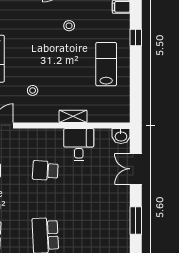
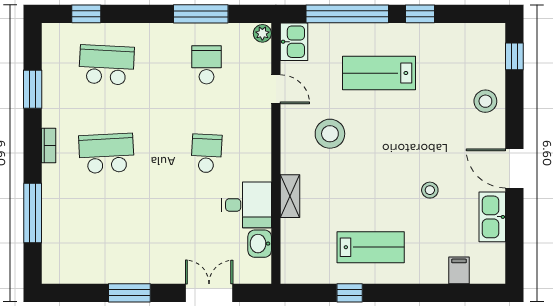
window: (136, 38) -> (350, 293), moved
stool: (33, 90) -> (330, 134), width x1.89, depth x1.89
washbasin: (121, 136) -> (260, 244), moved

